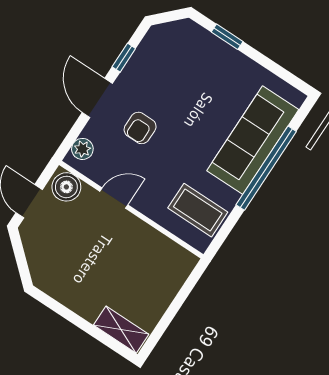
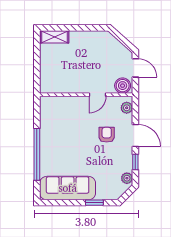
plant: (153, 41) -> (127, 178), added
sofa: (253, 140) -> (68, 188), moved, turned -90
coffee table: (198, 210) -> (56, 115), removed

